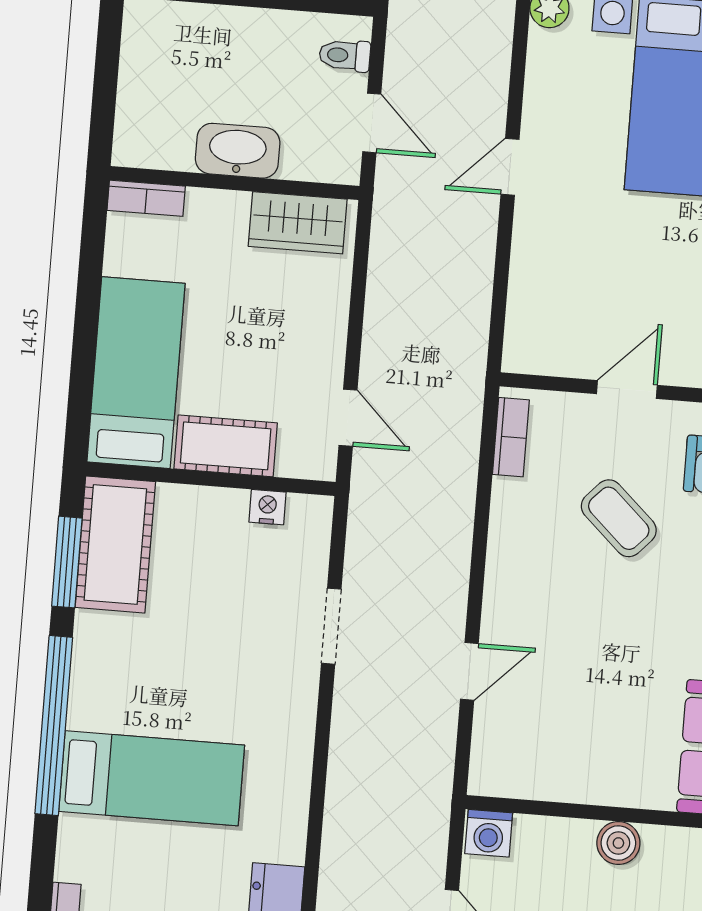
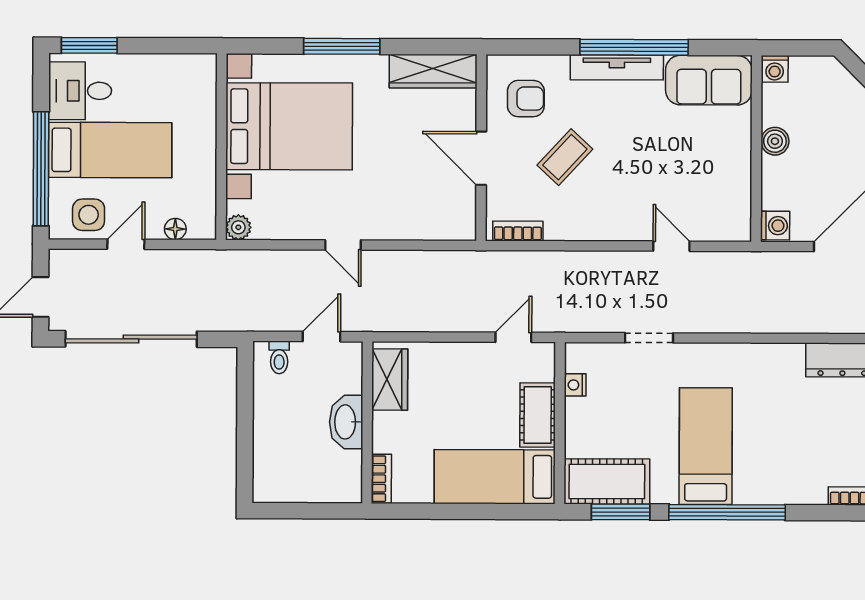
door: (627, 389) -> (481, 158), width x1.38
bed: (152, 778) -> (706, 446), moved

